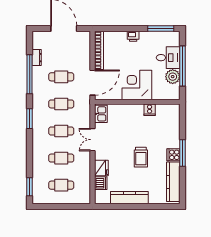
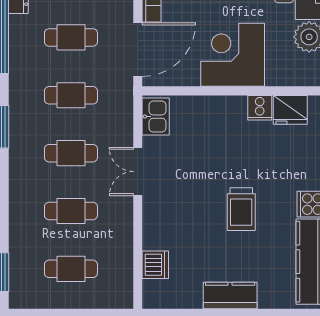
fridge: (101, 168) -> (290, 110), moved, turned 90
kitchen counter: (129, 198) -> (230, 296), width x0.67

